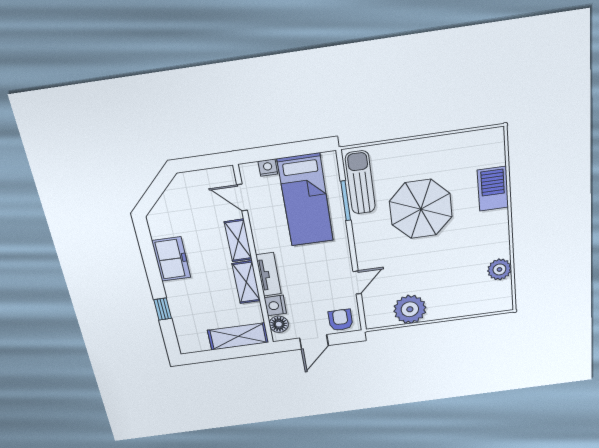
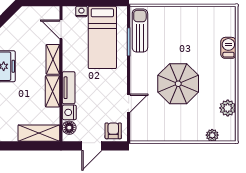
barbecue: (493, 189) -> (228, 48), width x0.73, depth x0.79
parasol: (421, 209) -> (178, 84), moved
plant: (410, 309) -> (212, 135), moved, width x0.53, depth x0.53

